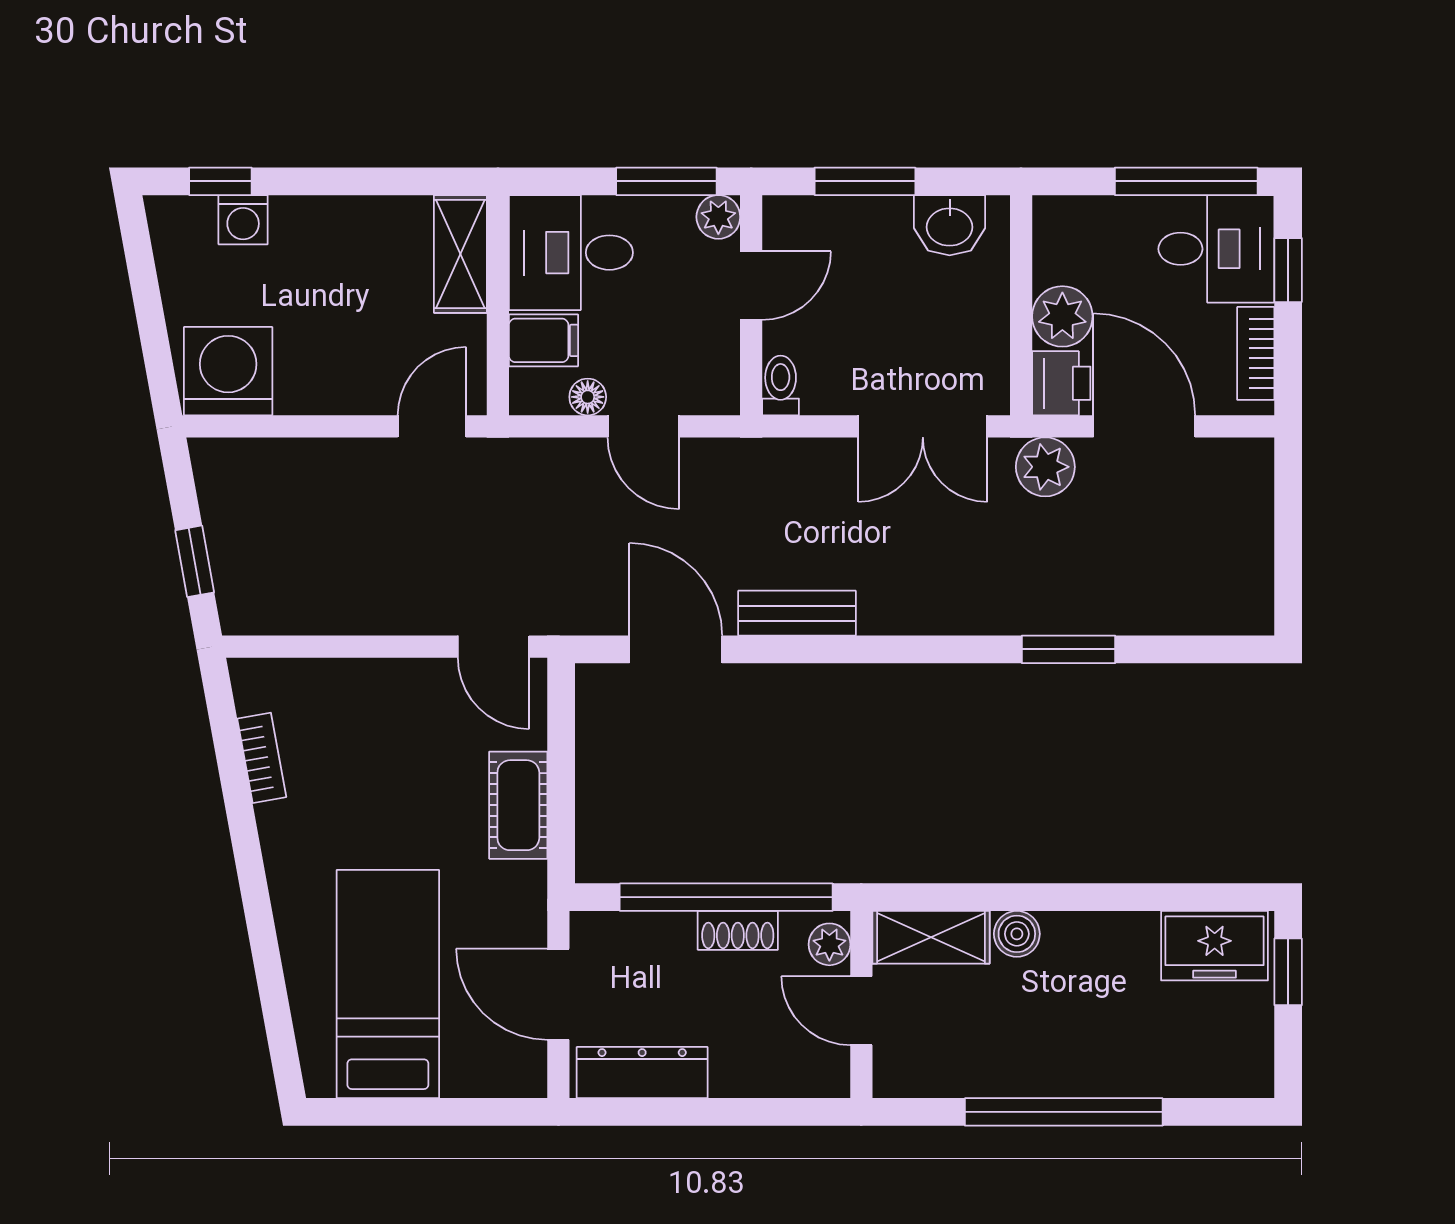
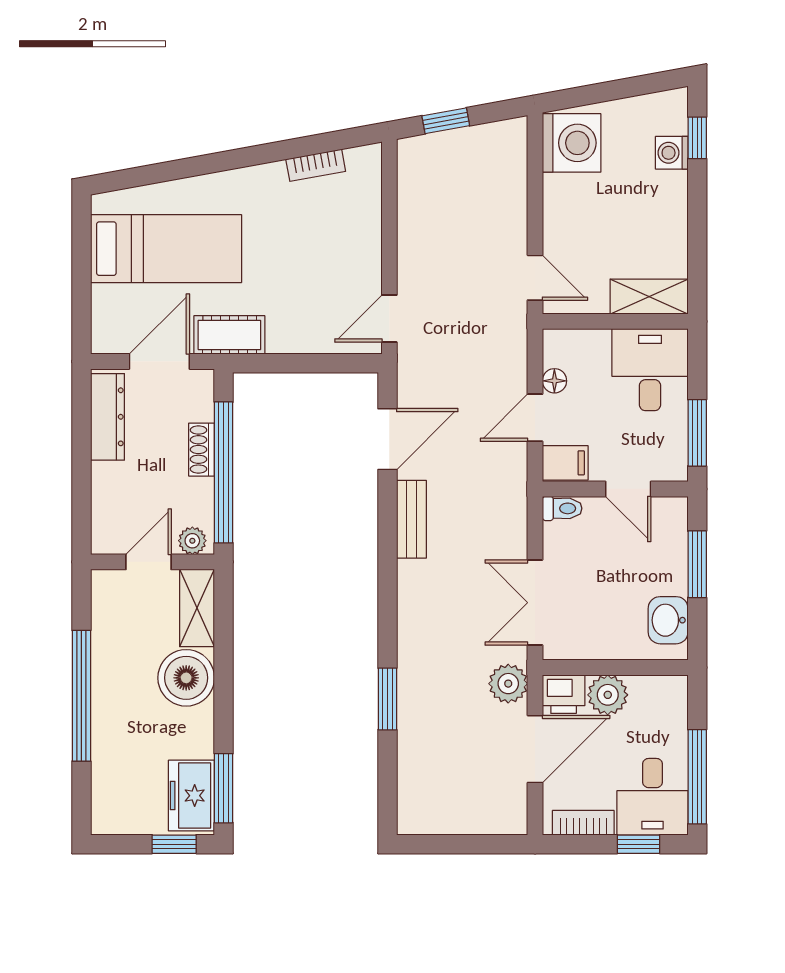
plant: (718, 217) -> (674, 467), removed
filing cabinet: (544, 340) -> (565, 463), moved, turned -90
cot: (518, 805) -> (229, 335), moved
window: (1203, 897) -> (224, 788), added
shoe rack: (738, 930) -> (202, 450), moved
boiler: (1017, 934) -> (186, 678), width x1.86, depth x1.86

